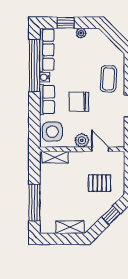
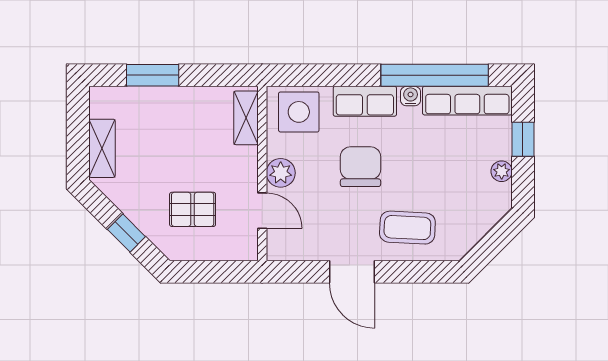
door: (100, 149) -> (262, 211), hinge flipped
pallet: (100, 183) -> (193, 209), turned 90
window: (34, 203) -> (153, 75), width x0.69

